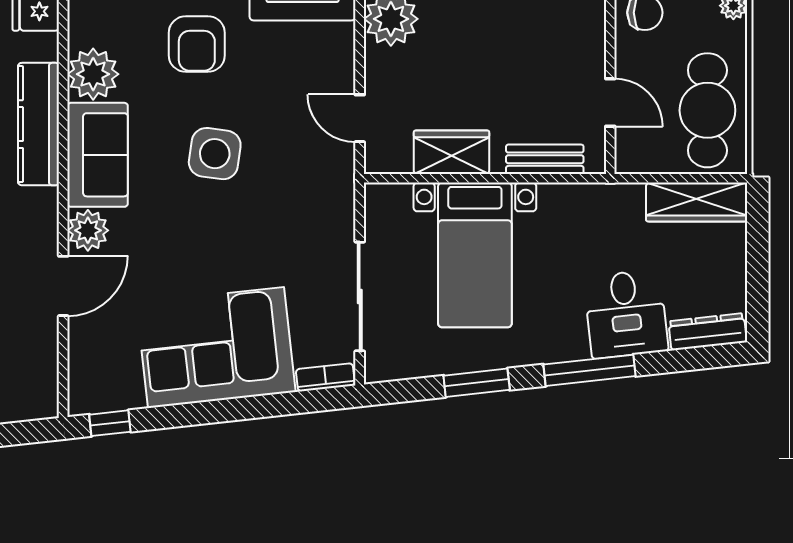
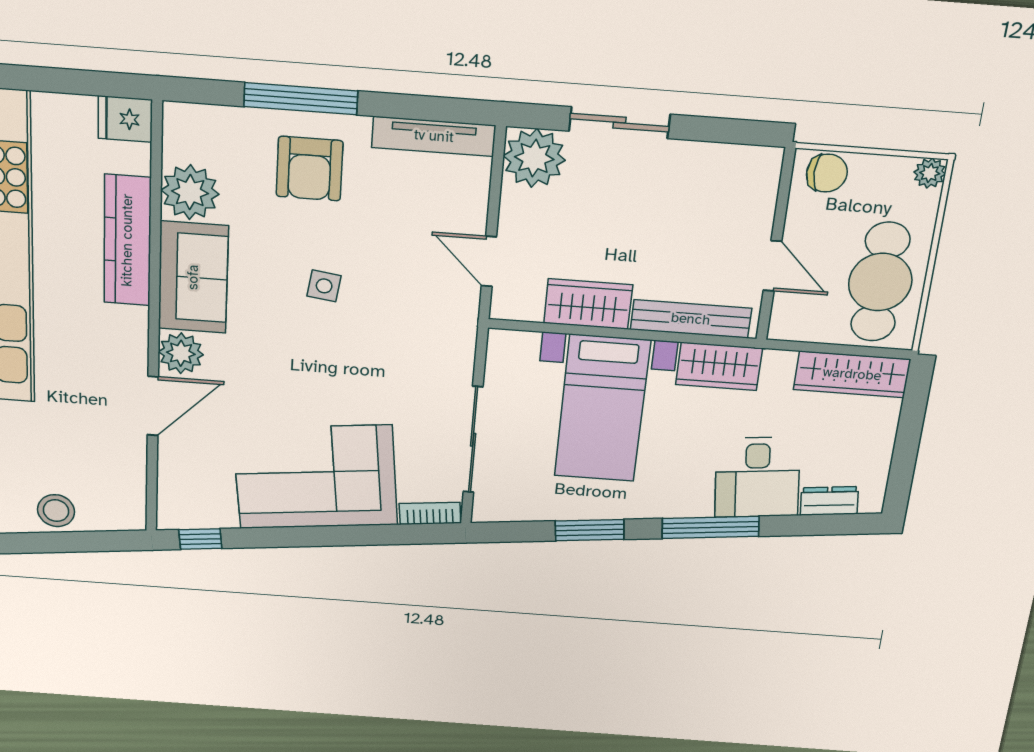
side table: (215, 154) -> (324, 286), width x0.54, depth x0.54
bench: (545, 159) -> (691, 319), width x1.36
wardrobe: (576, 204) -> (719, 366), added
dresser: (708, 332) -> (829, 501), width x0.70

